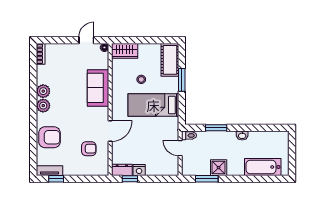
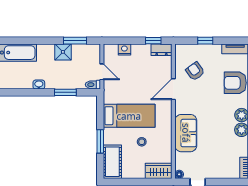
armchair: (89, 149) -> (195, 71), turned 54
nightstand: (139, 170) -> (124, 49), moved
window: (56, 179) -> (205, 41), moved

